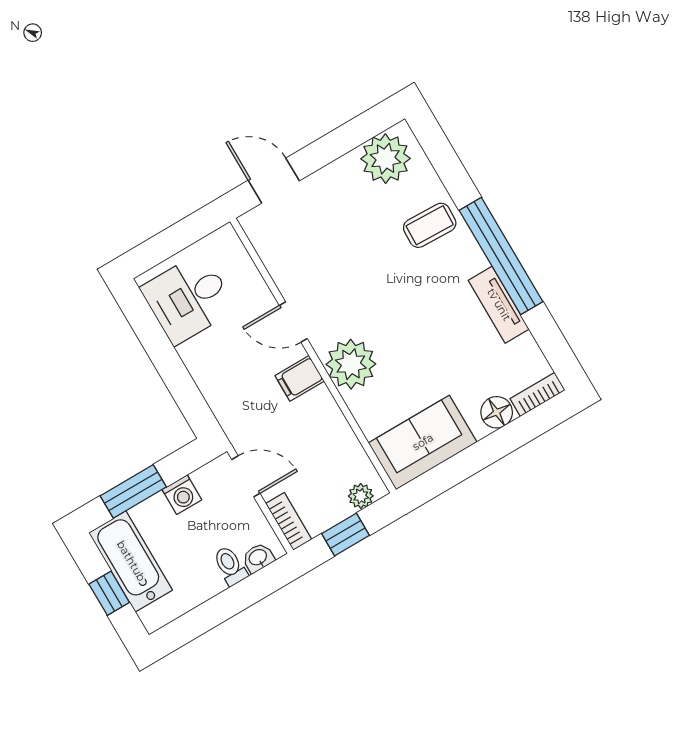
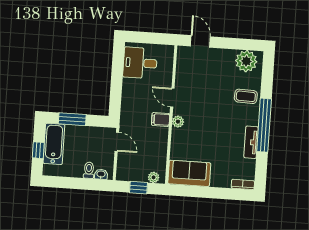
plant: (351, 364) -> (178, 122), width x0.53, depth x0.53
floor lamp: (497, 412) -> (224, 181), removed
washing machine: (182, 495) -> (89, 132), removed
bookcase: (289, 521) -> (121, 169), removed

